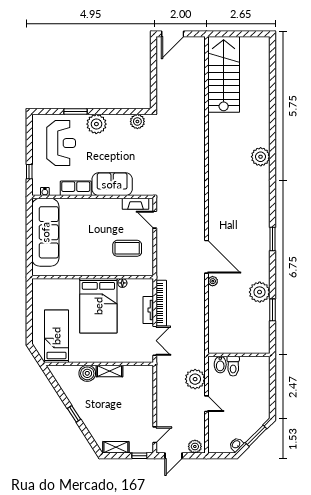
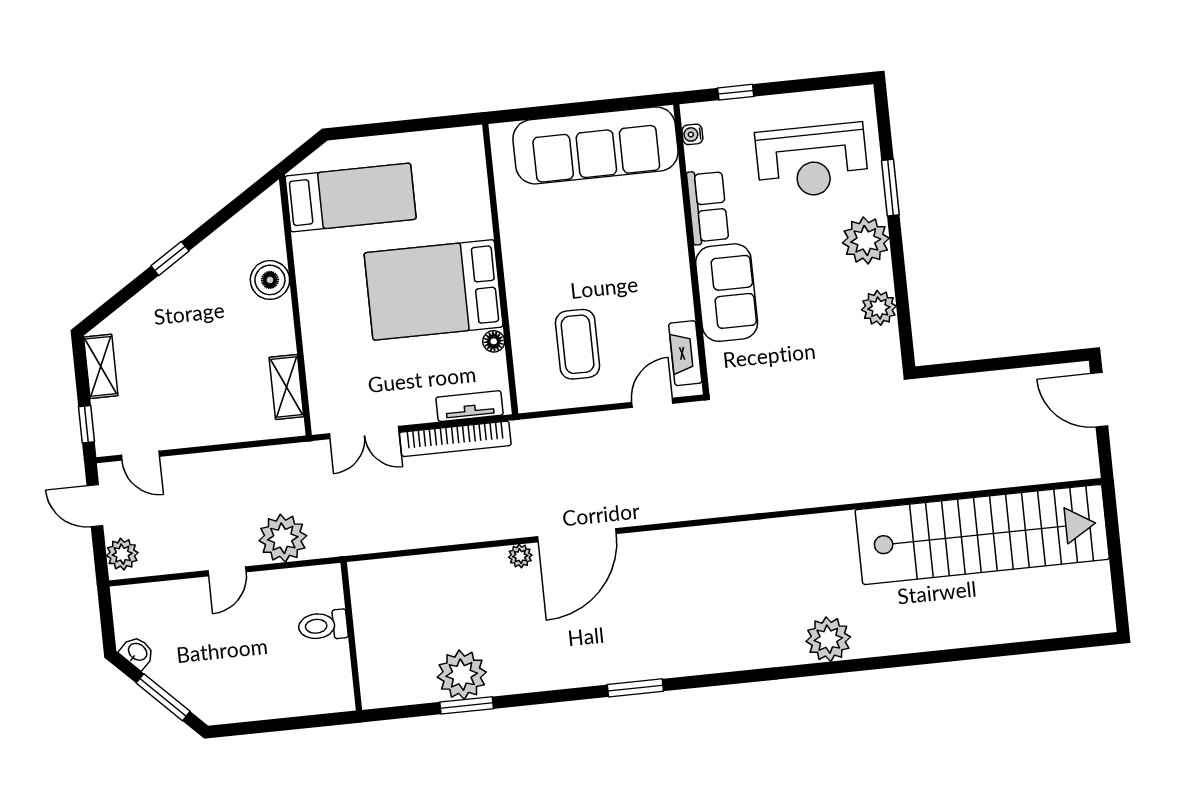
stairs: (224, 74) -> (982, 534), width x1.36
plant: (137, 121) -> (879, 308), moved
plant: (260, 292) -> (462, 675), moved
tv unit: (148, 310) -> (470, 406), moved
bidet: (220, 365) -> (324, 594), removed
shelving: (110, 371) -> (286, 387), moved

